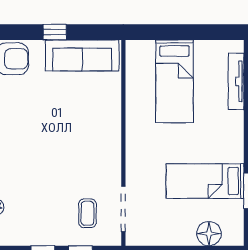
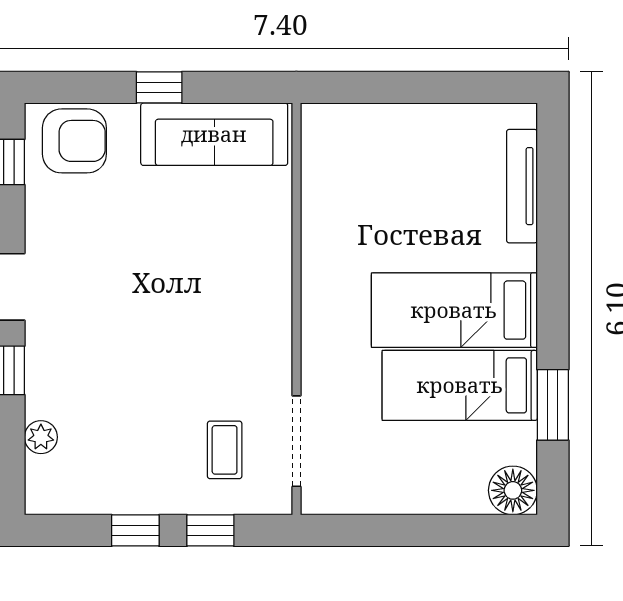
bed: (174, 81) -> (454, 310), moved, turned 90
floor lamp: (209, 234) -> (513, 490), moved

